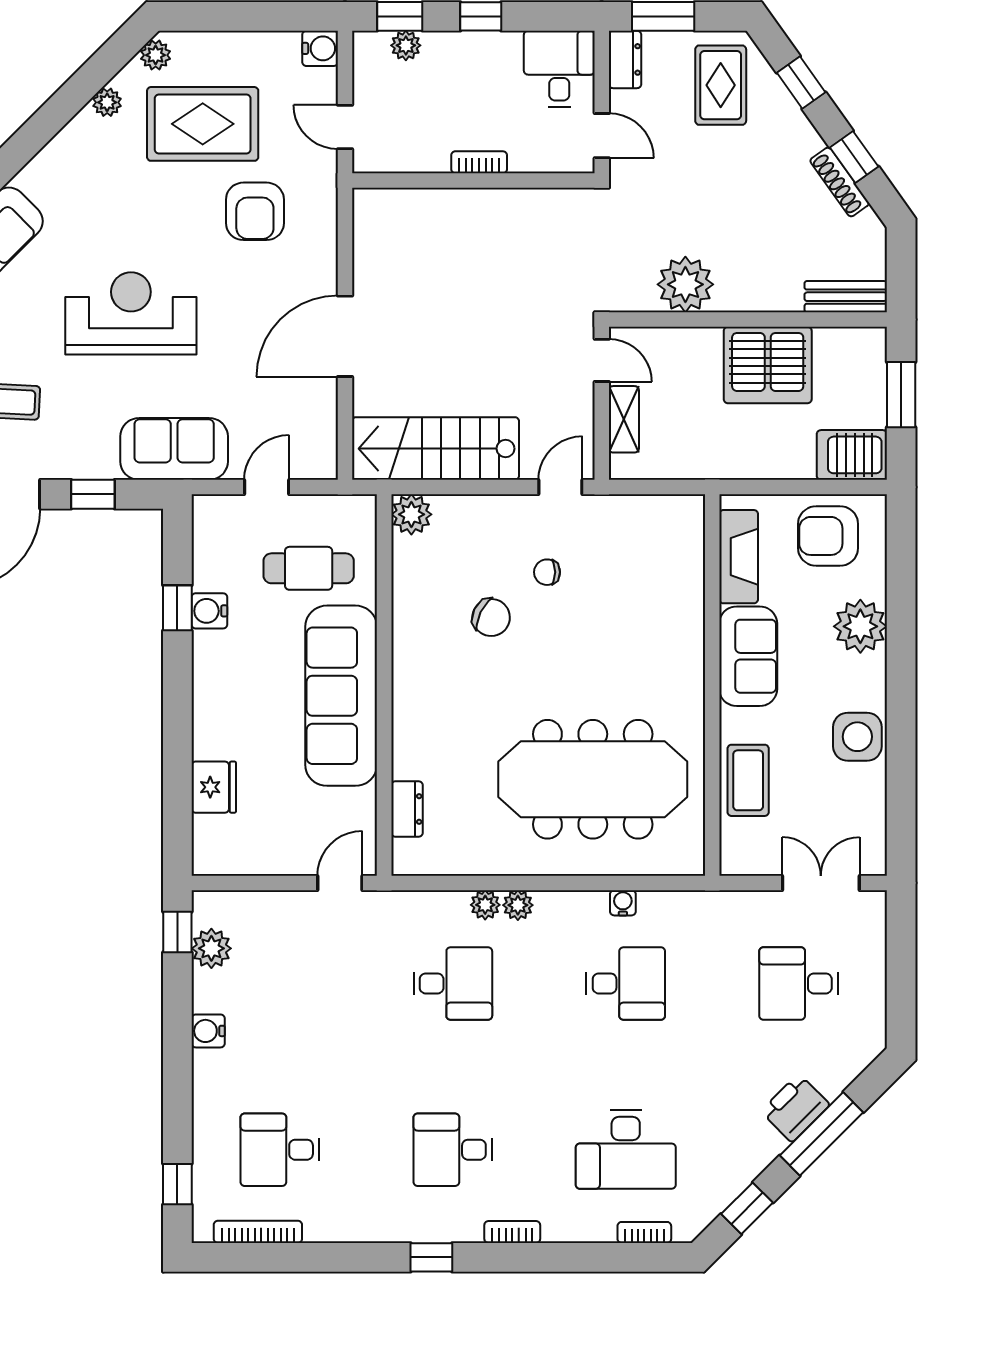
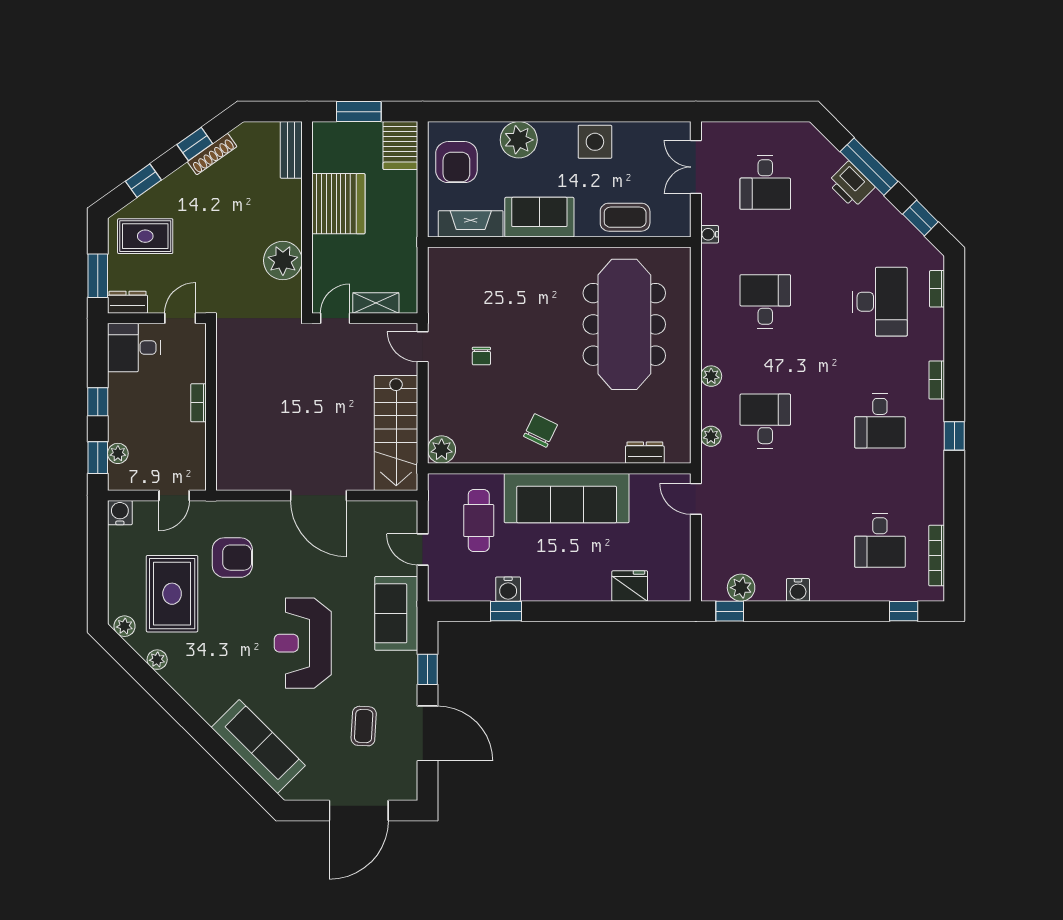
chair: (491, 617) -> (540, 430), moved
water cooler: (623, 903) -> (710, 234), moved
plant: (485, 905) -> (711, 436), moved

